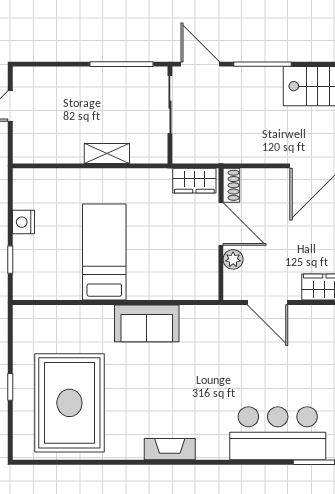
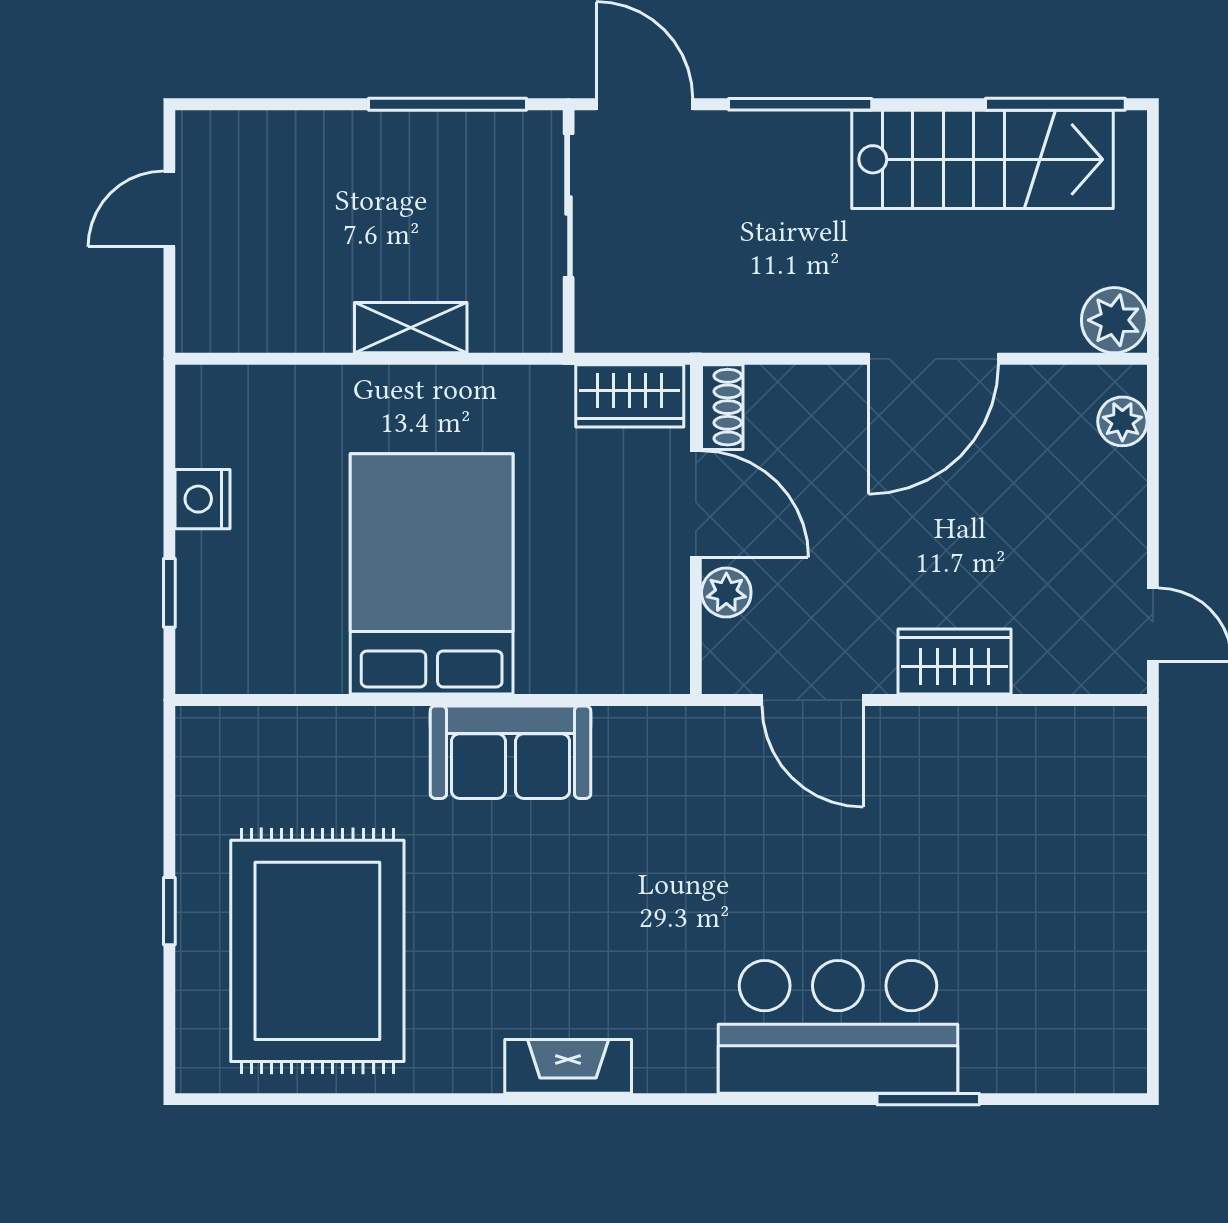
bed: (104, 252) -> (432, 574), width x1.50

